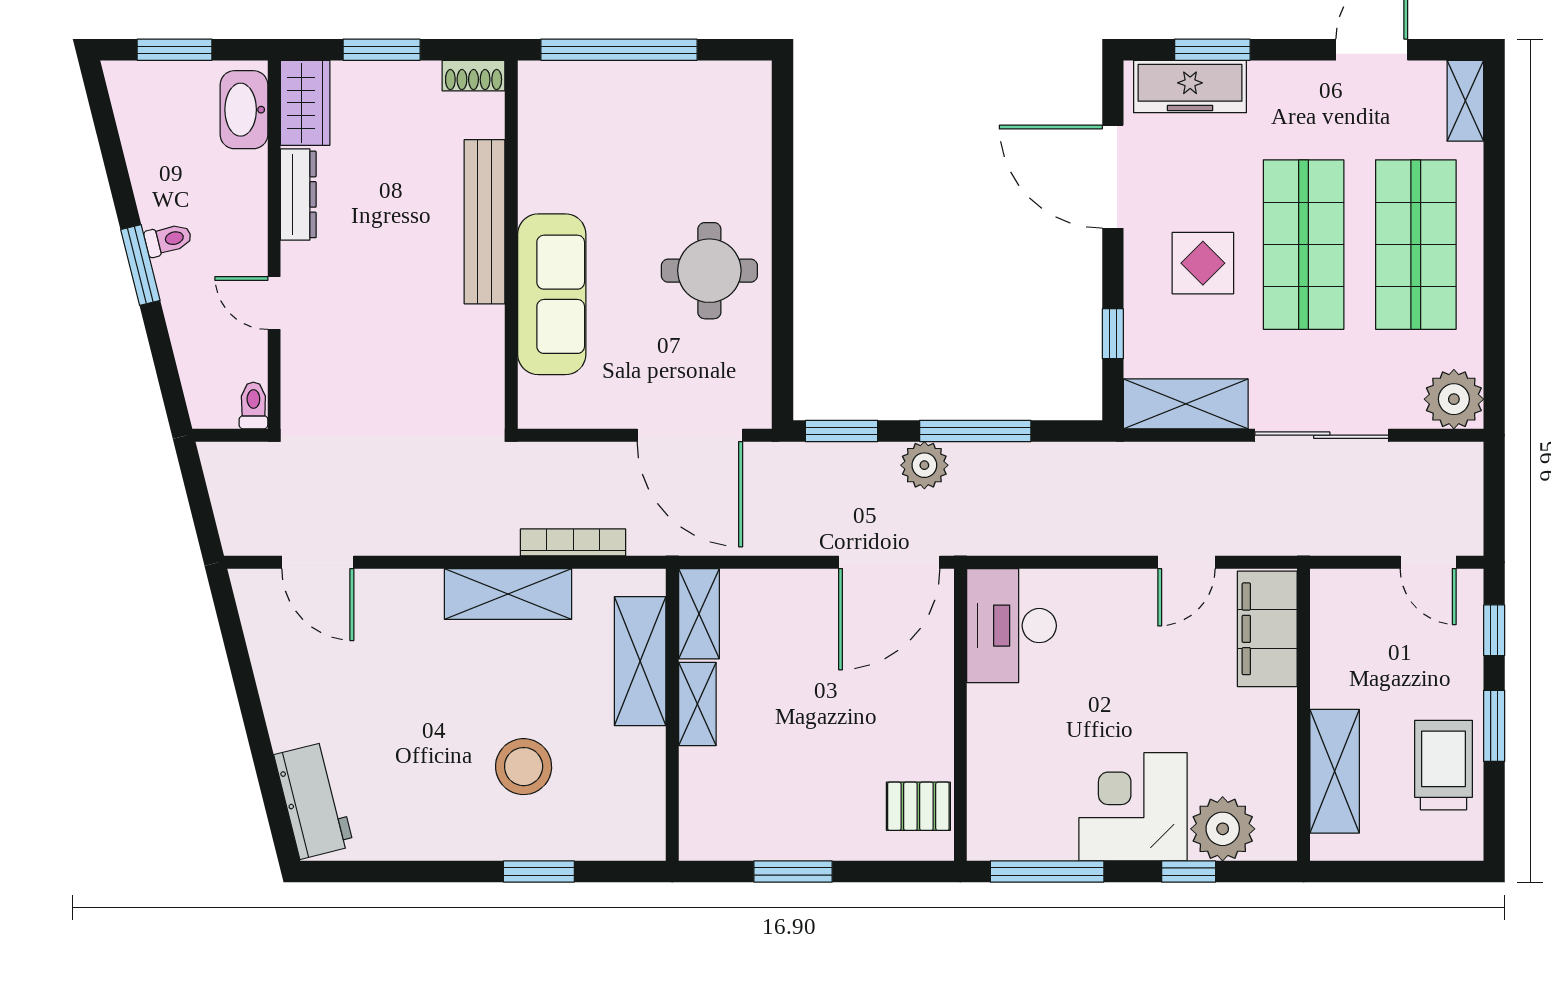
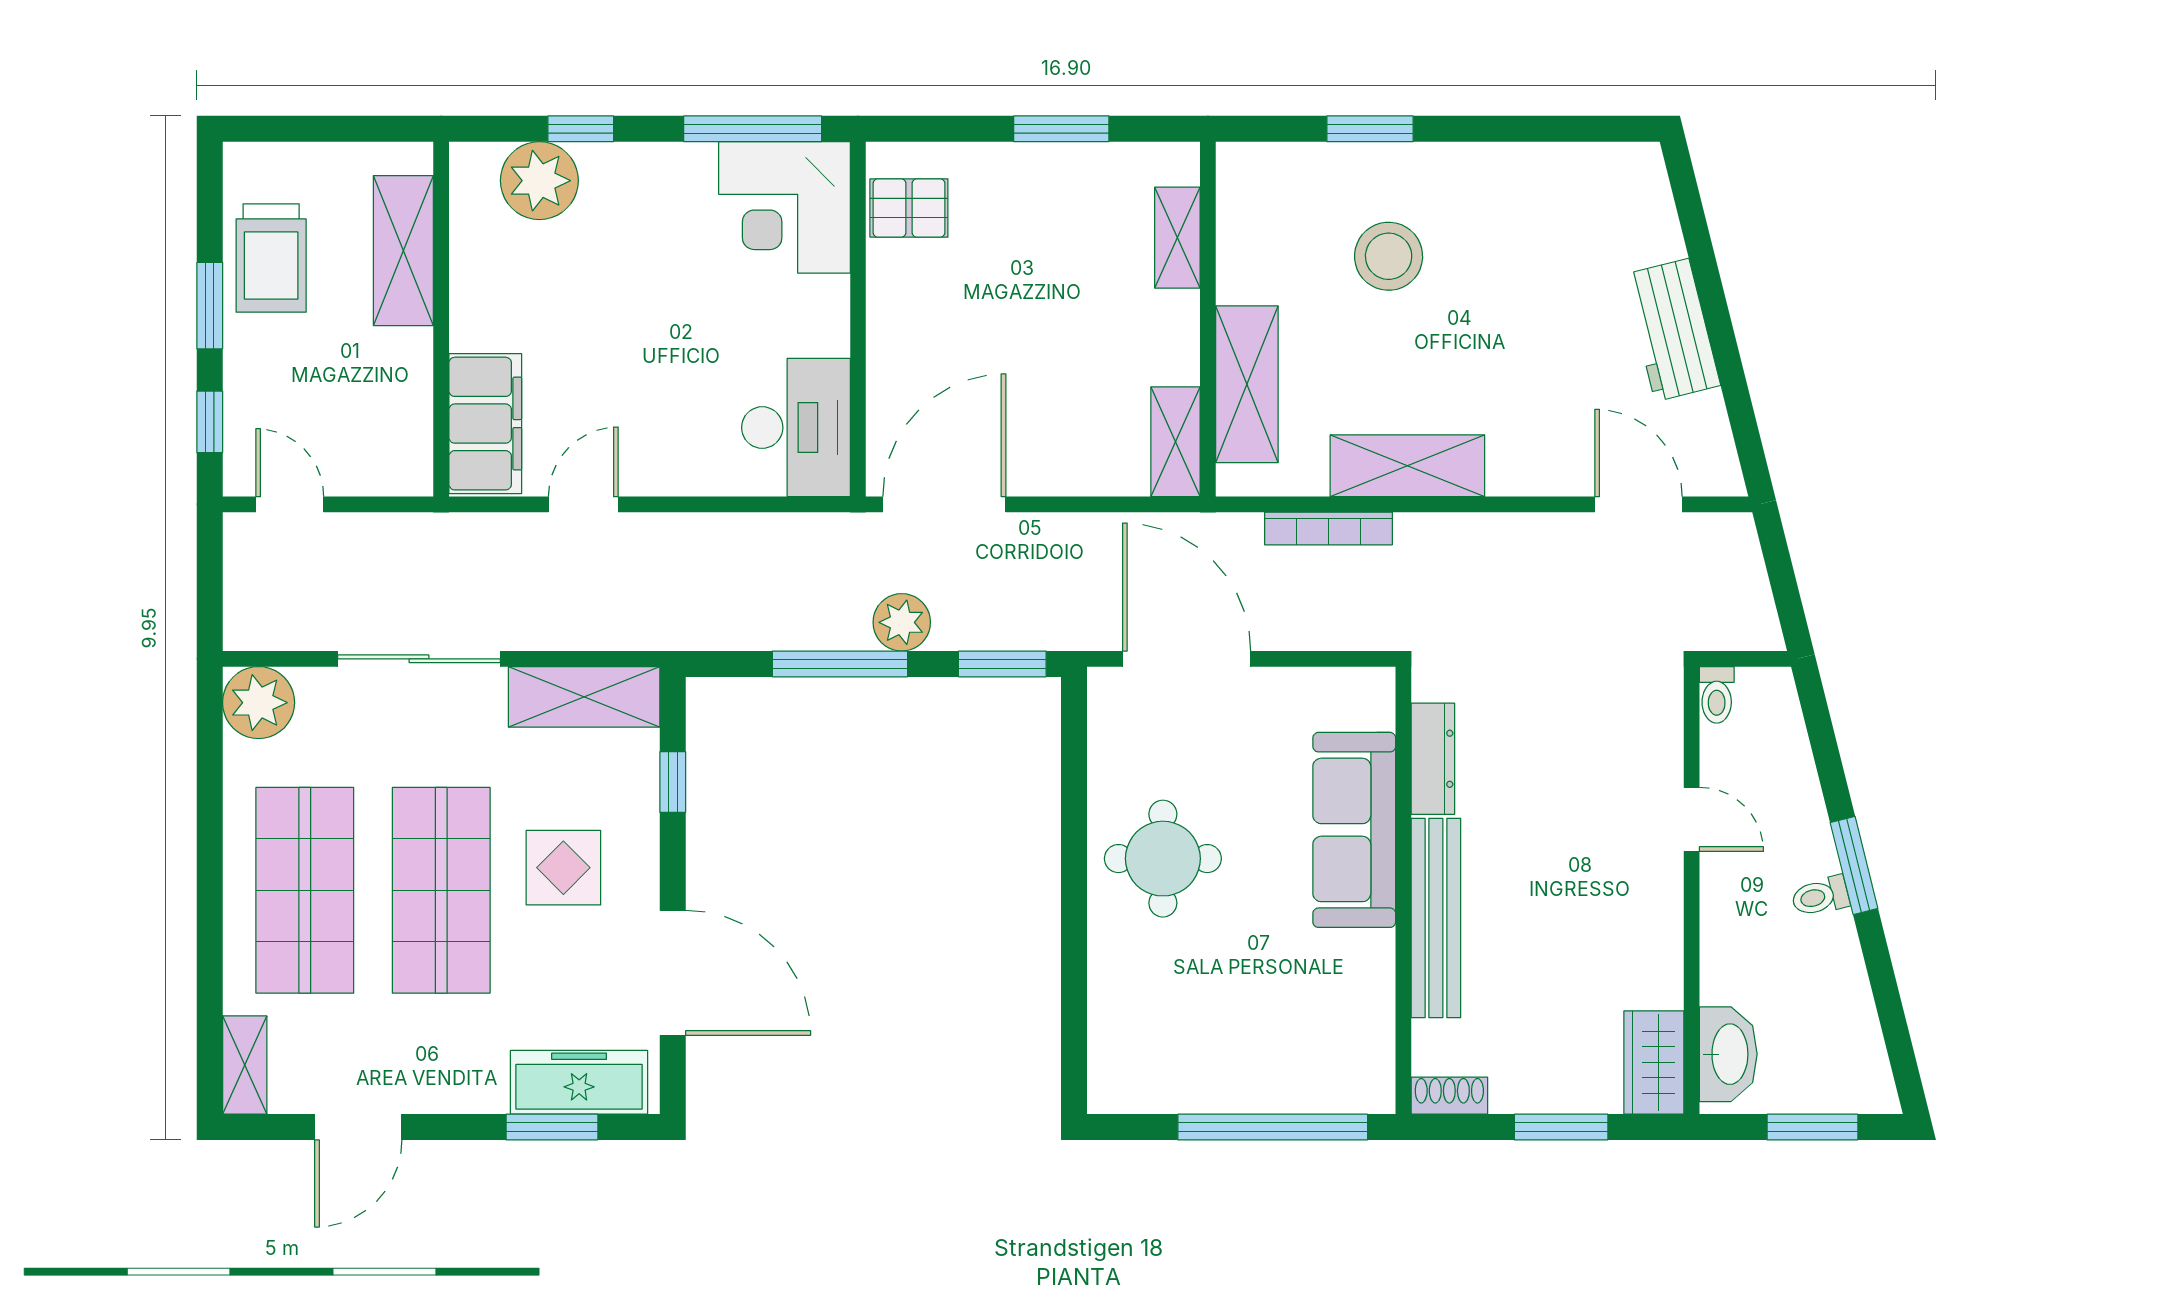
dresser: (298, 194) -> (1433, 759), moved, turned 180
shelving: (697, 704) -> (1177, 238), moved
workbench: (314, 800) -> (1672, 330), moved
corner desk: (1133, 807) -> (784, 207), moved, turned 90

